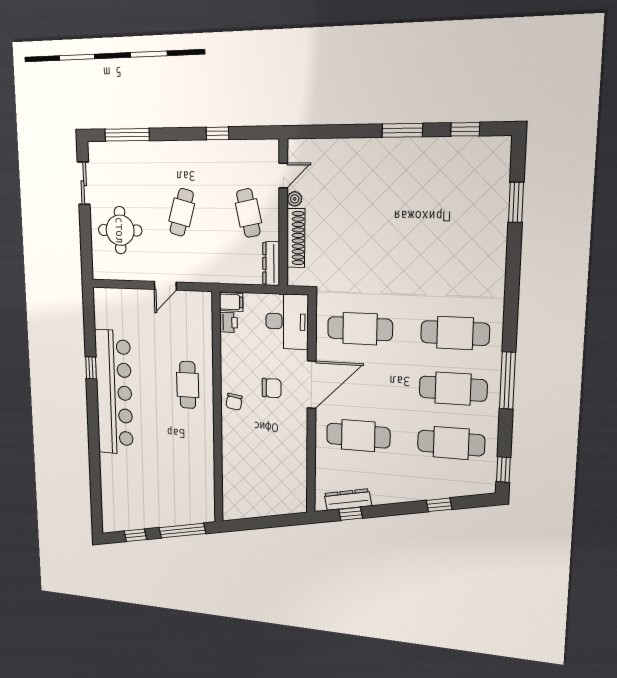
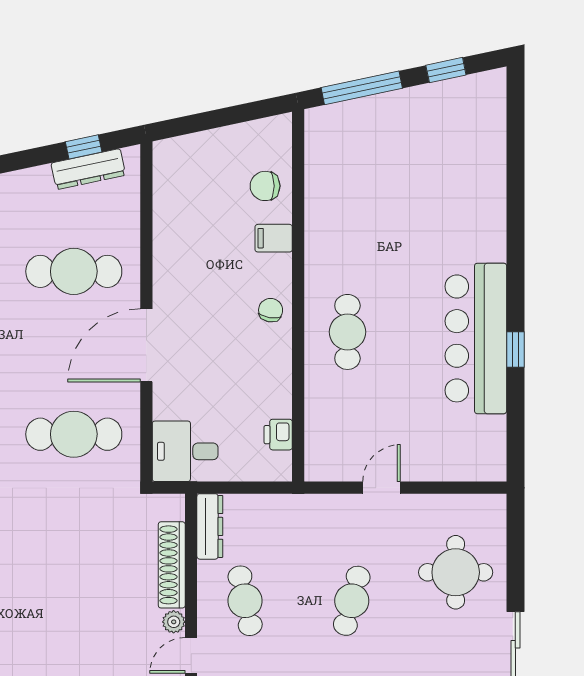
filing cabinet: (231, 302) -> (274, 238), moved
desk: (287, 322) -> (185, 451), width x0.73
chair: (272, 388) -> (265, 186), moved
bar counter: (114, 393) -> (476, 338), width x0.73

